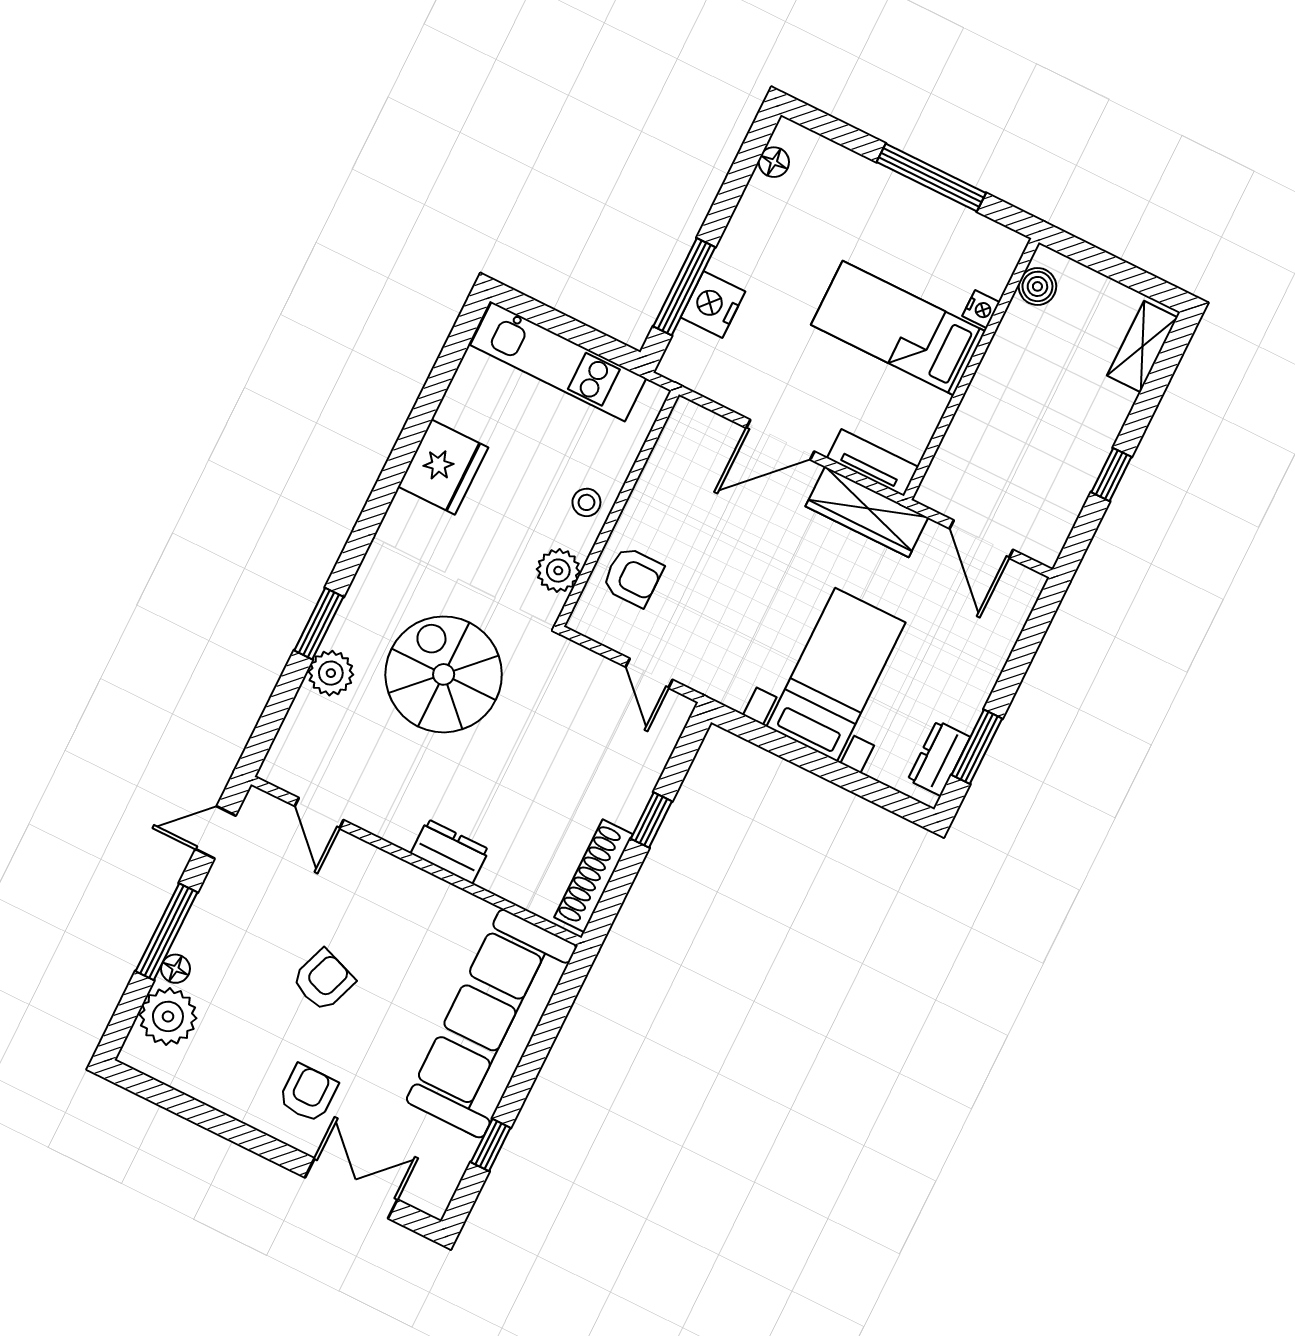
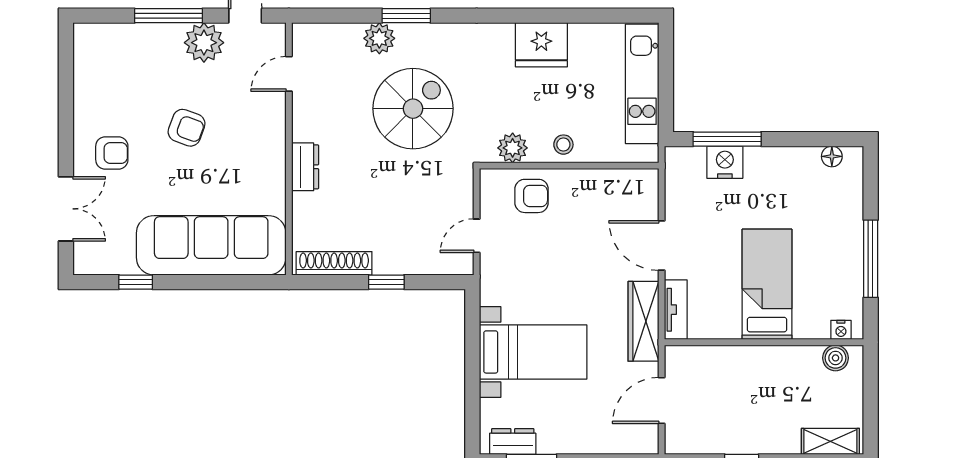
nightstand: (981, 309) -> (841, 330), moved
armchair: (633, 577) -> (532, 196), turned -90
floor lamp: (176, 969) -> (148, 33), removed
plant: (168, 1016) -> (204, 43), moved

